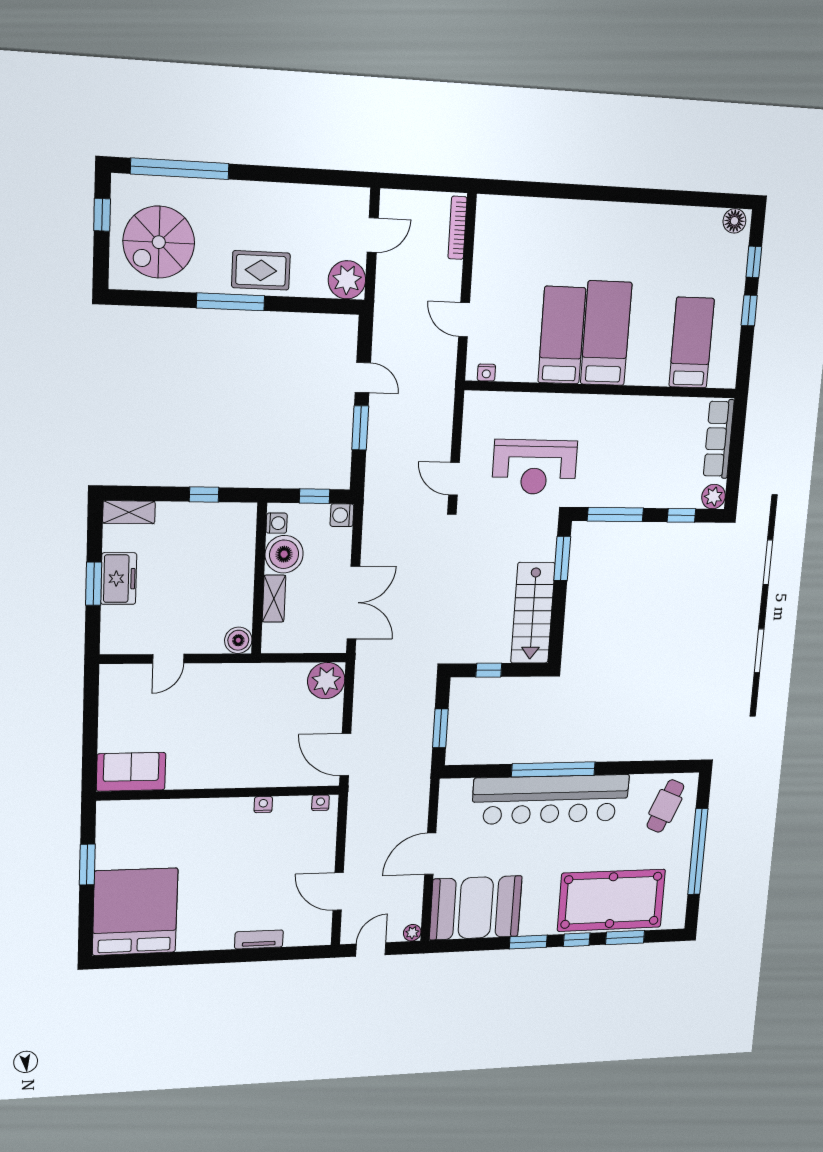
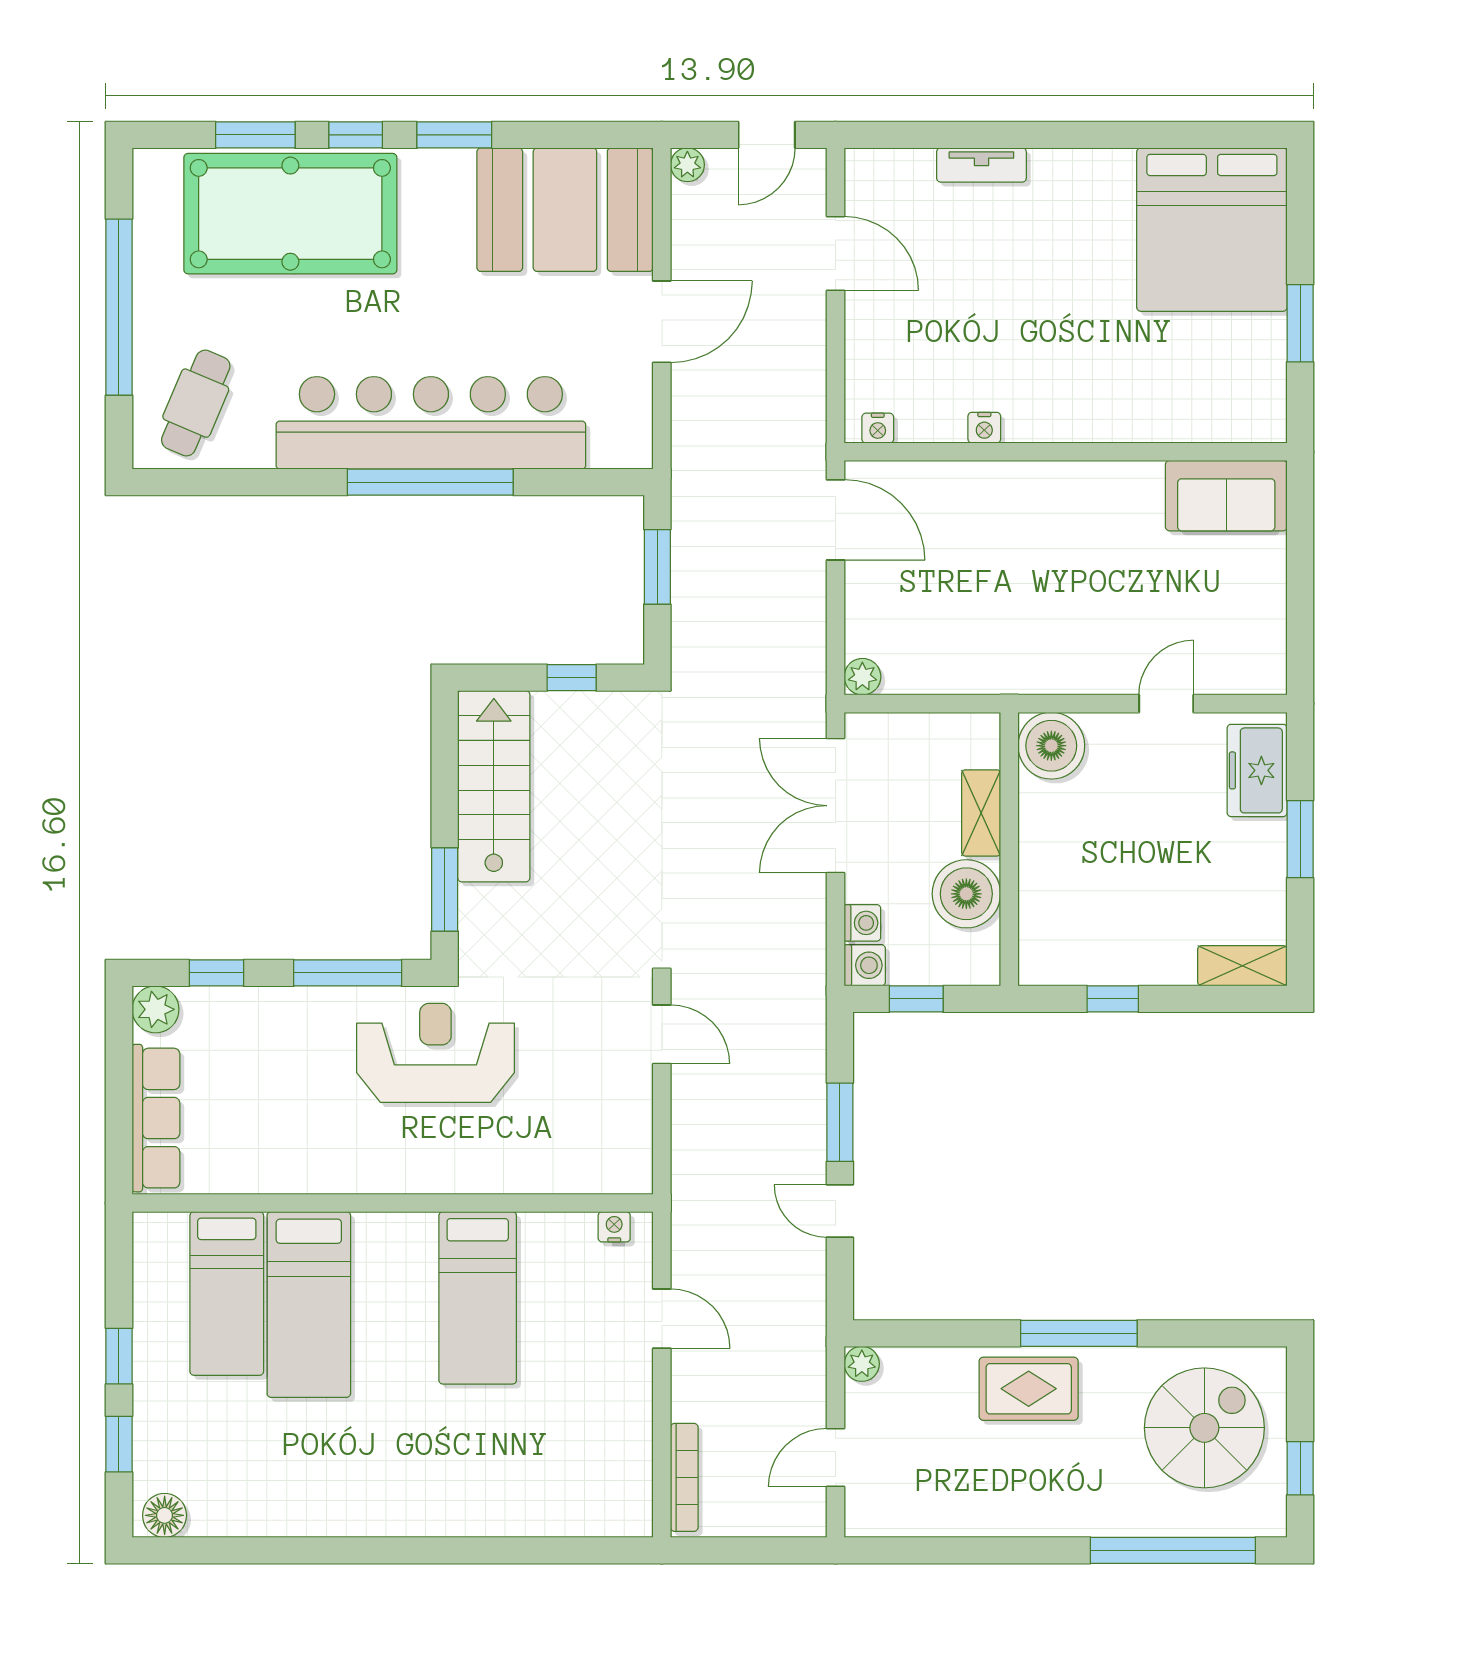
plant: (347, 280) -> (862, 1364), width x0.53, depth x0.53
bed: (606, 333) -> (309, 1305), moved
reception desk: (535, 467) -> (435, 1053), moved
washing machine: (277, 523) -> (862, 923), moved, turned 180
freezer: (119, 579) -> (1257, 770), moved
boiler: (238, 640) -> (1051, 746), width x1.37, depth x1.37
plant: (326, 681) -> (862, 677), width x0.53, depth x0.53

